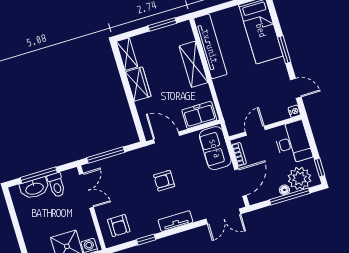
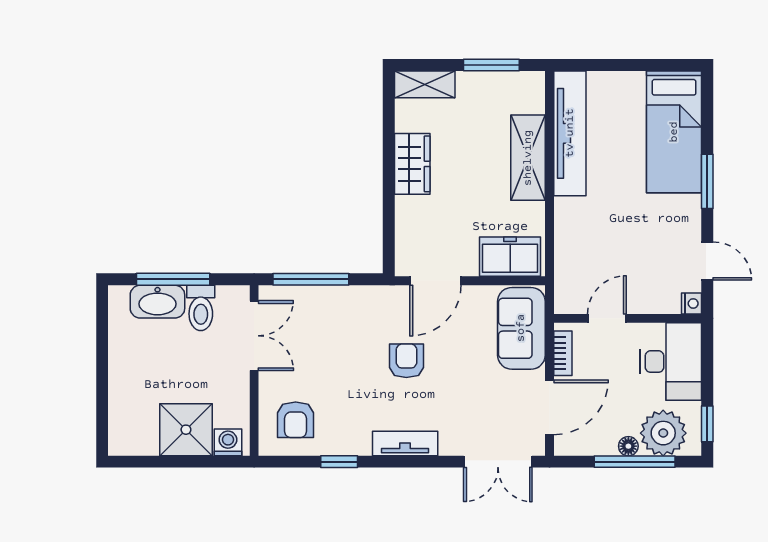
shelving: (127, 54) -> (425, 84), moved, turned 90
door: (166, 138) -> (435, 281), swing flipped
armchair: (164, 181) -> (406, 361), turned 90

